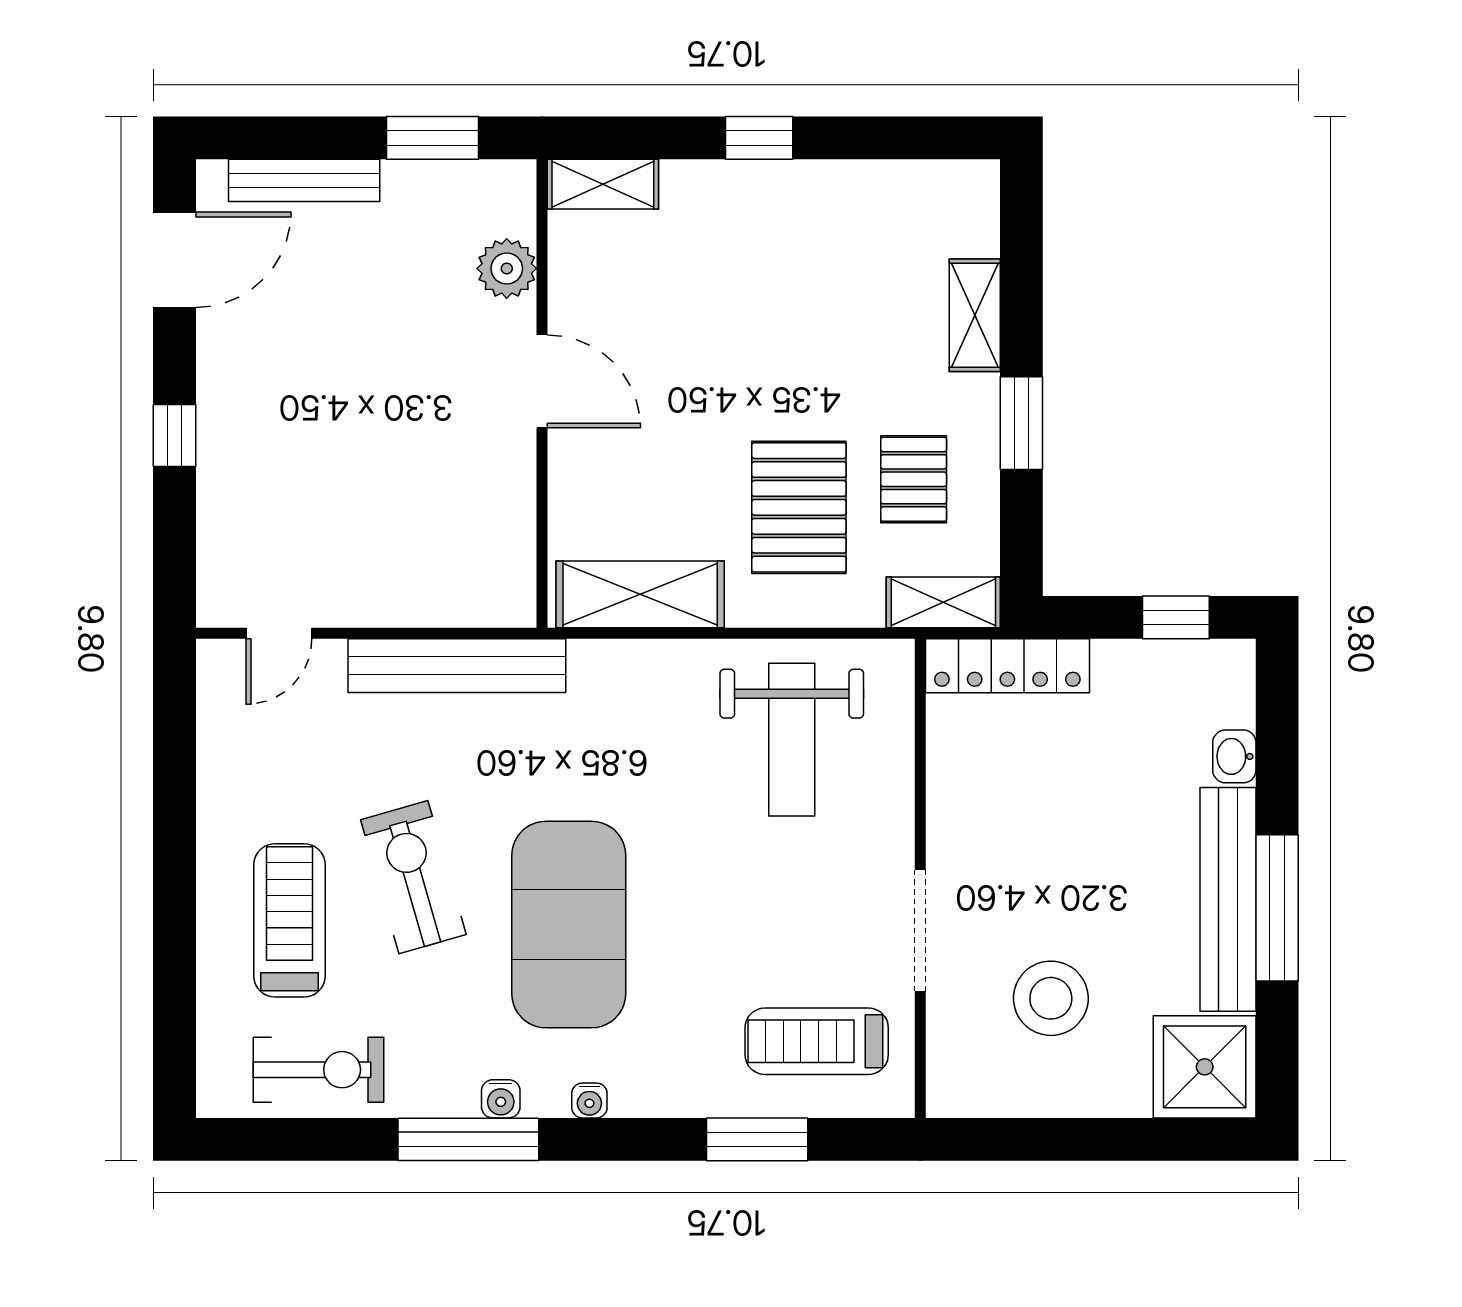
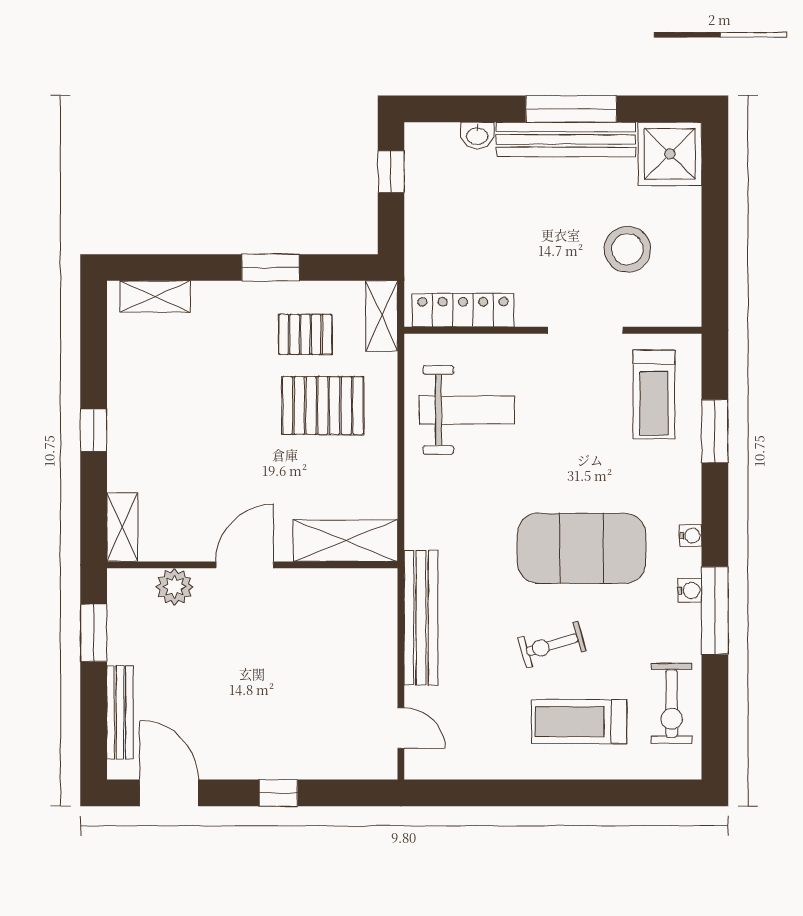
shelving: (975, 315) -> (155, 296), moved
shelving: (640, 594) -> (345, 541), moved, turned 90
locker: (1007, 666) -> (463, 310), moved, turned -90
exercise bike: (413, 877) -> (552, 645), width x0.73, depth x0.72
exercise bike: (319, 1070) -> (672, 703), turned 180

